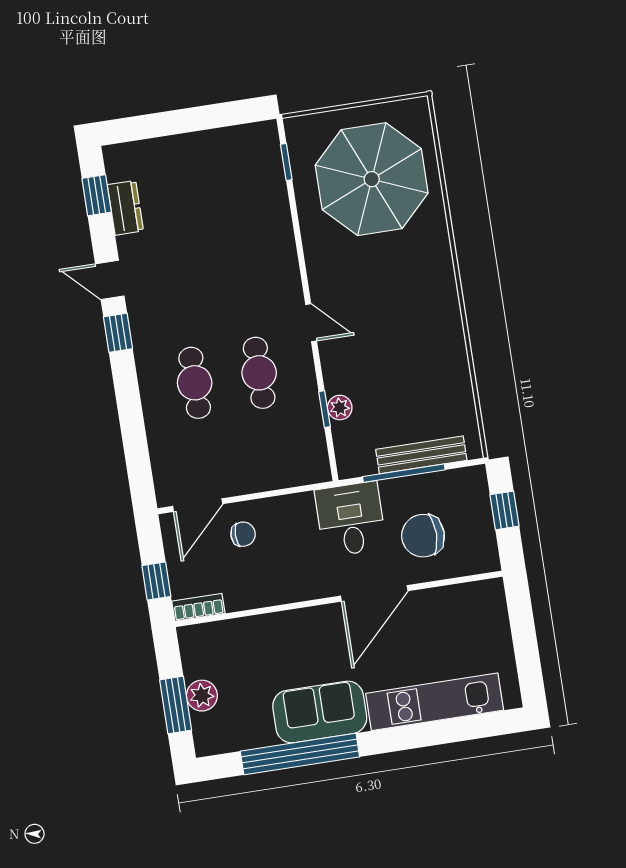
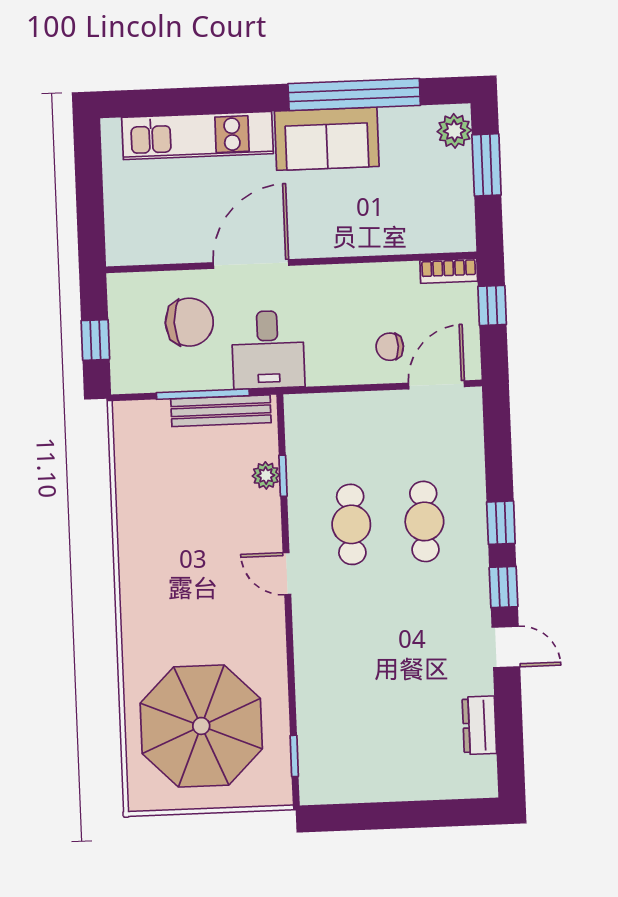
window: (97, 195) -> (501, 523), moved
bench: (421, 455) -> (221, 411), moved
plant: (202, 696) -> (454, 131), moved

